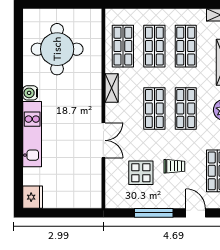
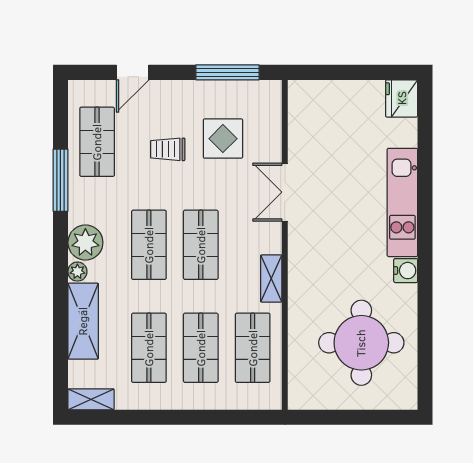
window: (154, 213) -> (227, 72), moved
door: (196, 213) -> (133, 72), hinge flipped

